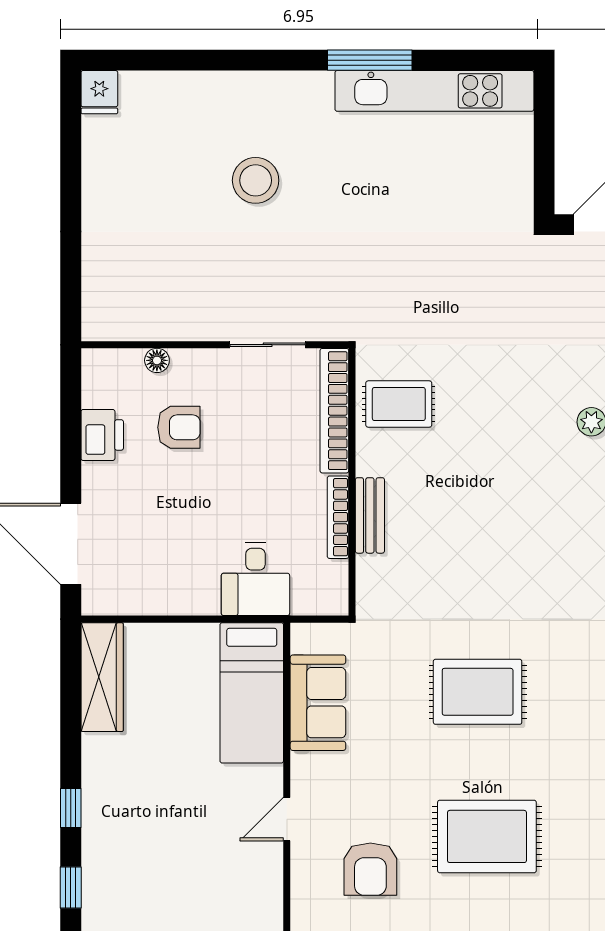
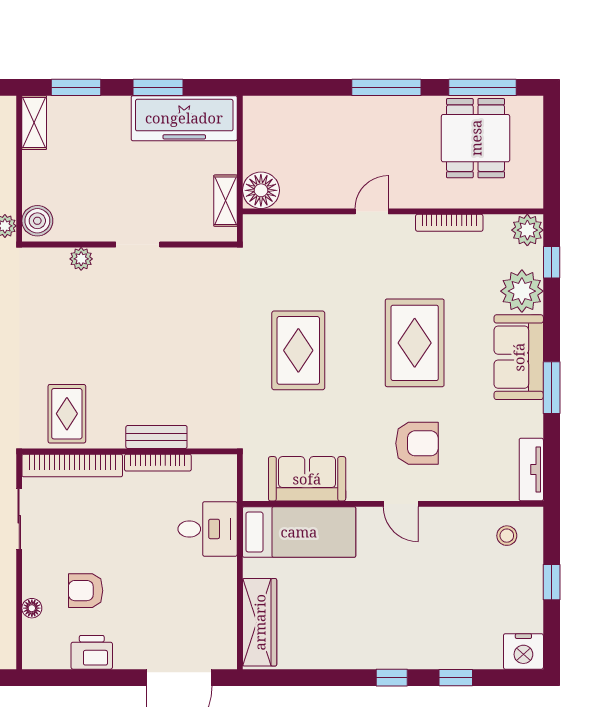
armchair: (179, 427) -> (86, 591), turned -90
wardrobe: (102, 677) -> (260, 622), moved, turned 90
armchair: (370, 869) -> (417, 443), moved

